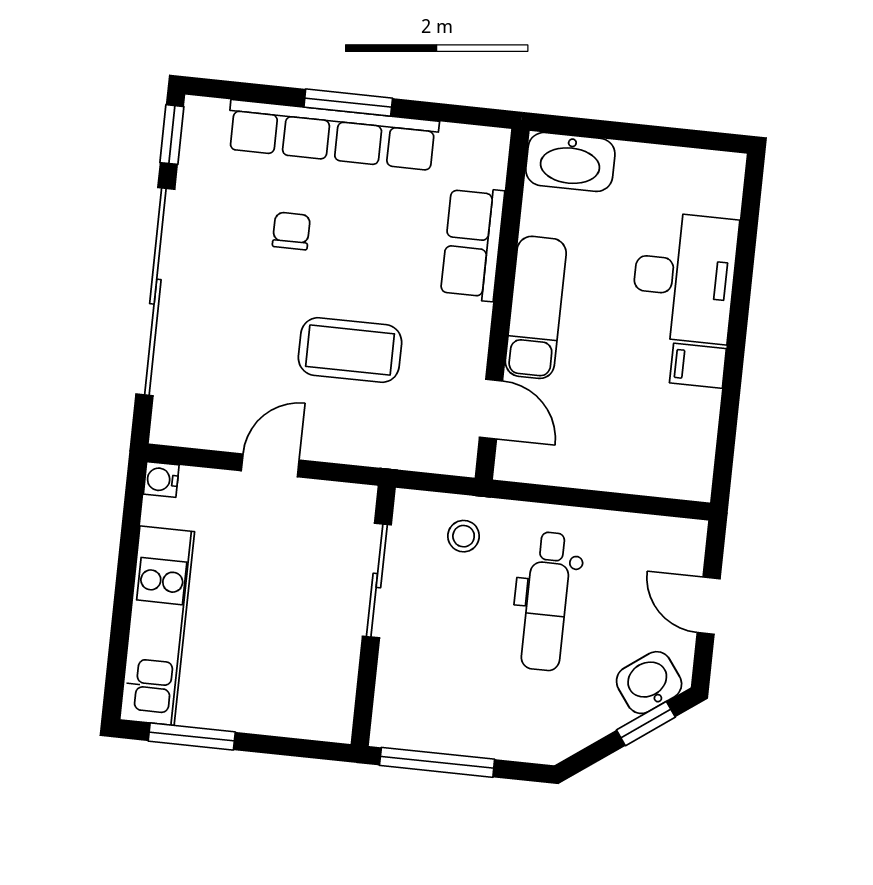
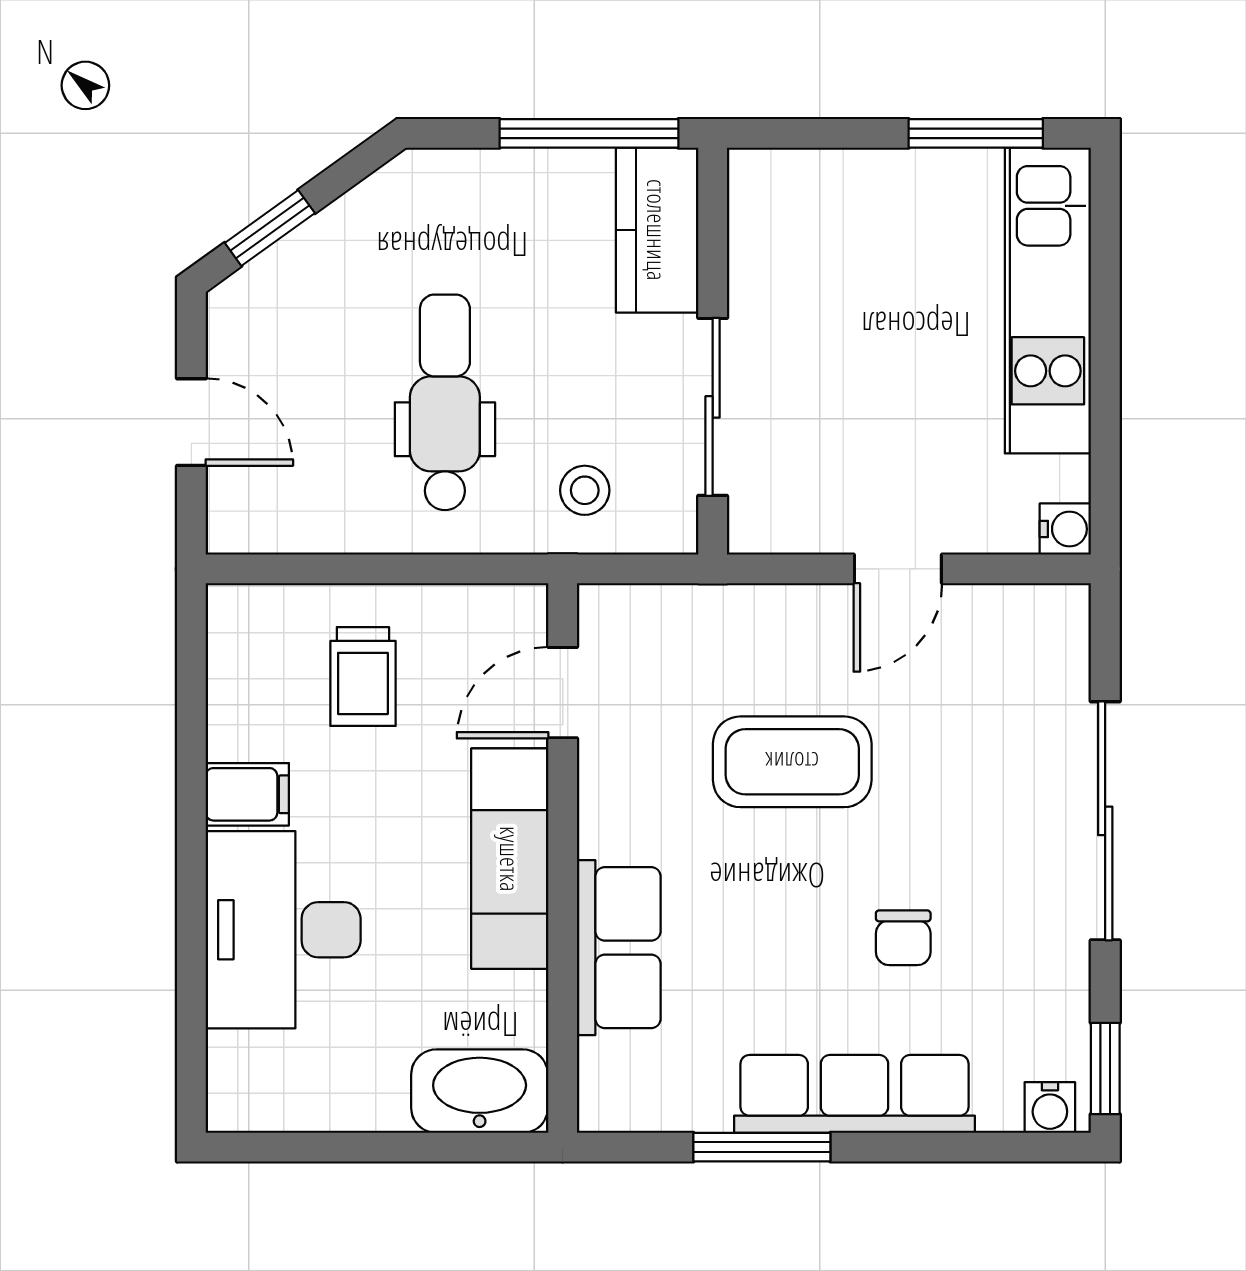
window: (348, 103) -> (762, 1147), moved
water cooler: (210, 113) -> (1050, 1108), added
row of seats: (333, 135) -> (855, 1094), width x0.73
sliding door: (155, 292) -> (1105, 821), width x0.73
door: (491, 409) -> (563, 693), hinge flipped
trolley: (617, 433) -> (363, 677), added
washbasin: (649, 683) -> (272, 292), removed
kitchen counter: (400, 696) -> (657, 230), added

